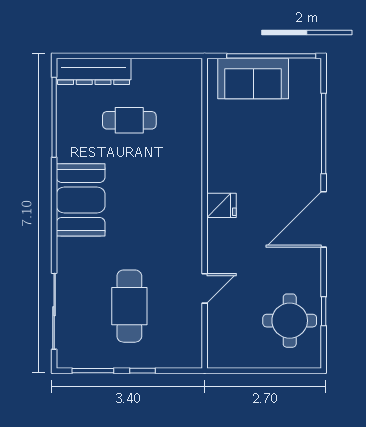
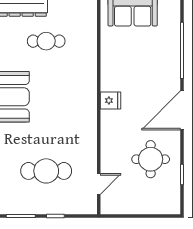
door: (205, 288) -> (99, 184), moved
cafe table: (129, 306) -> (46, 171), turned 90
round table: (290, 321) -> (151, 159), moved

